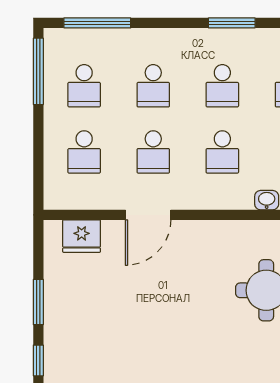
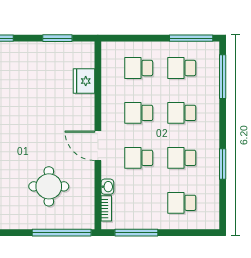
door: (148, 215) -> (98, 146), moved
fridge: (82, 236) -> (84, 81), moved
window: (38, 302) -> (57, 38), moved

